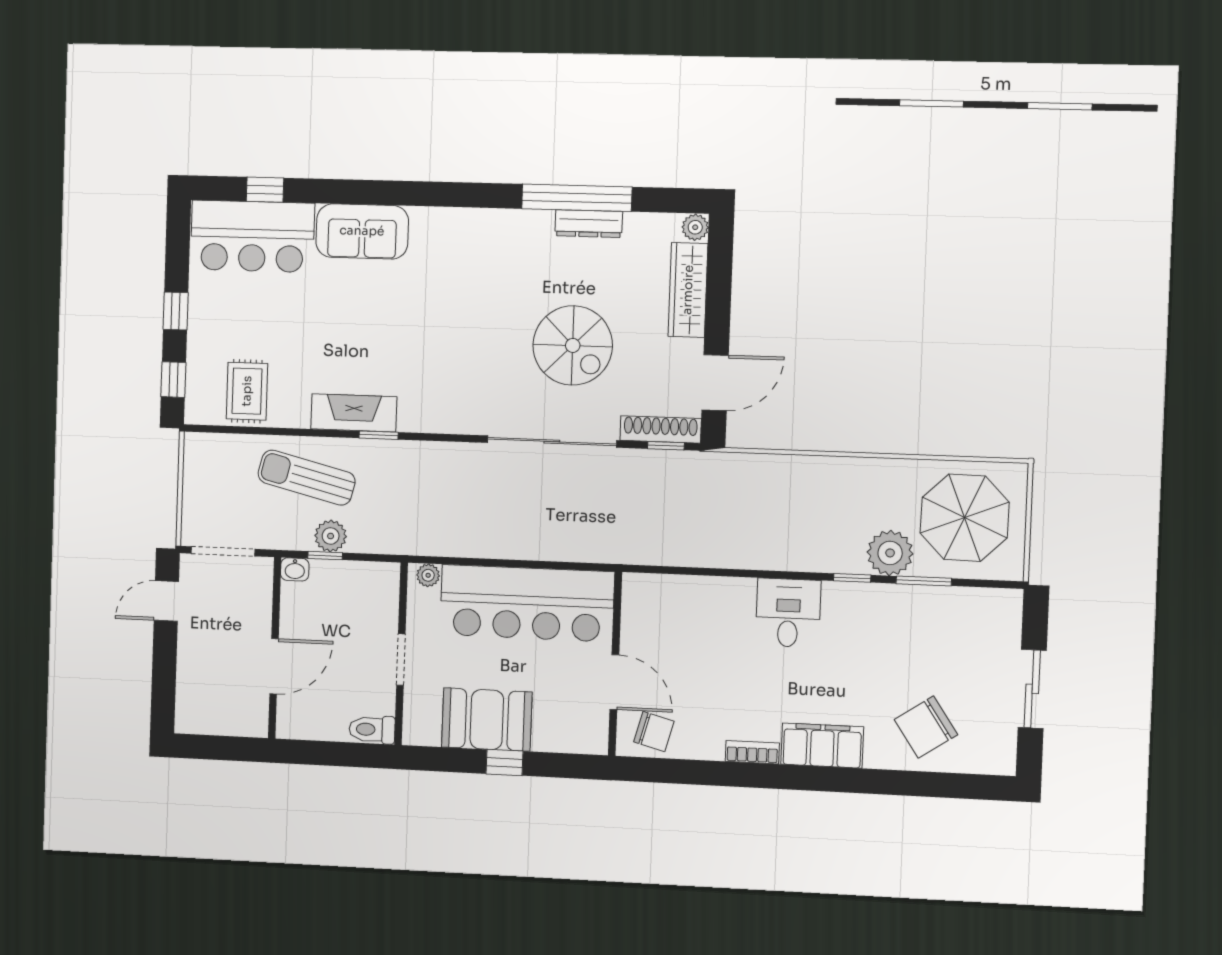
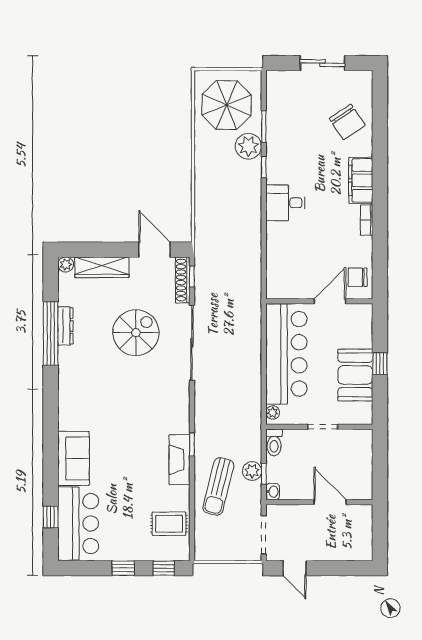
toilet: (372, 730) -> (274, 442), moved
chair: (654, 732) -> (358, 277), turned -105

